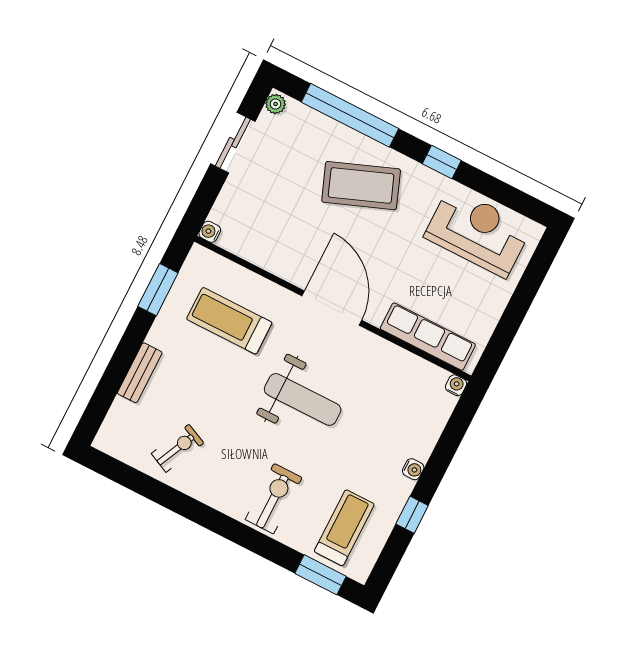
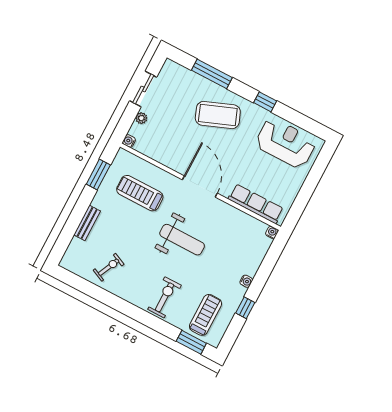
plant: (276, 104) -> (141, 118), moved
window: (350, 115) -> (212, 74), width x0.68

